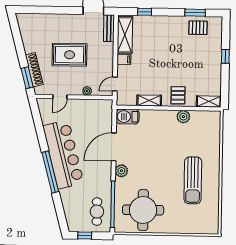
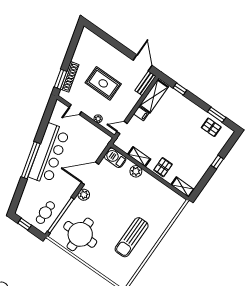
plant: (183, 117) -> (136, 171), moved

